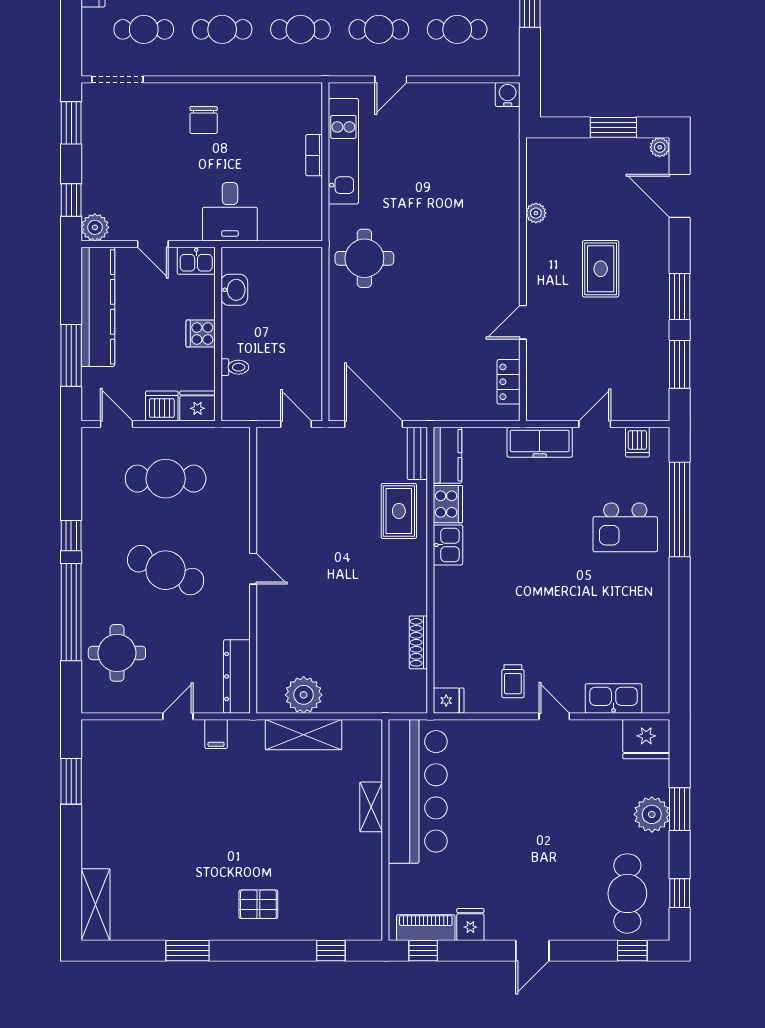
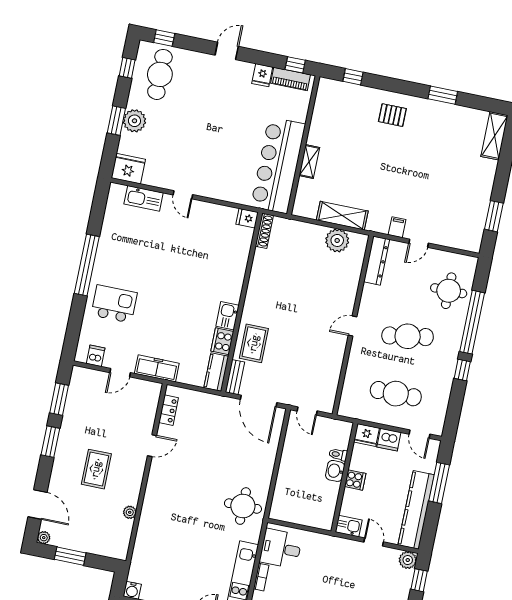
desk: (230, 212) -> (281, 549), moved, turned -90
washbasin: (234, 290) -> (335, 471), moved
window: (680, 510) -> (87, 265), moved
door: (253, 569) -> (353, 326), hinge flipped
cafe table: (166, 570) -> (408, 336), turned -33
shoe rack: (418, 642) -> (264, 231), moved
trolley: (513, 681) -> (204, 222), removed

